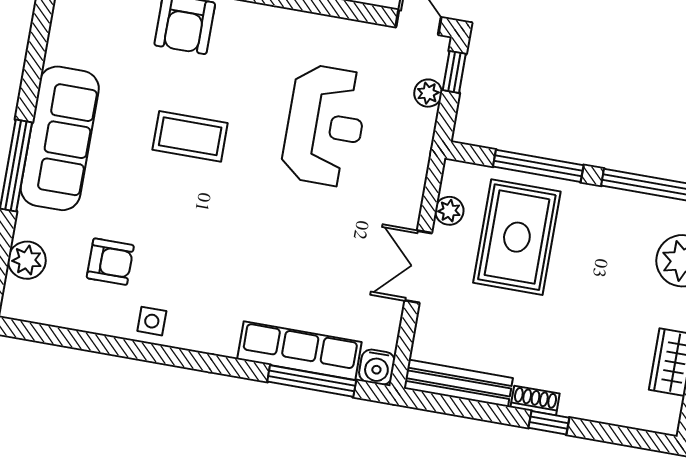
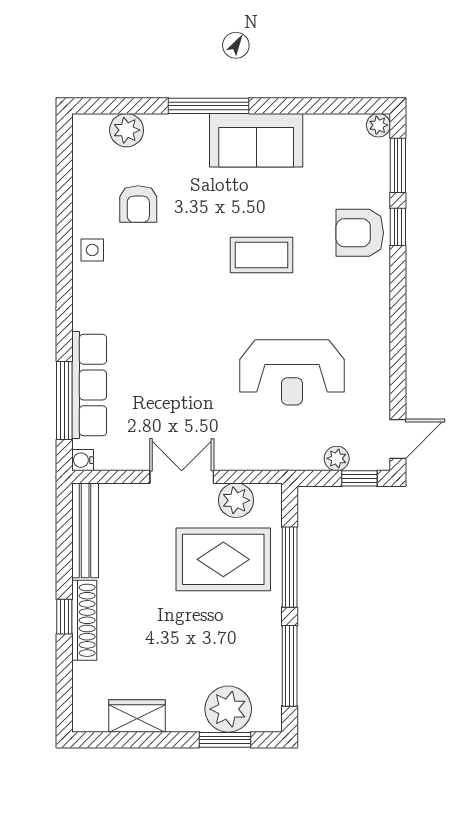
coffee table: (190, 136) -> (261, 255), turned 90
sofa: (60, 138) -> (256, 140), width x0.73
plant: (449, 211) -> (236, 500), width x1.38, depth x1.38
water cooler: (377, 367) -> (83, 460), width x0.72, depth x0.72
shoe rack: (535, 401) -> (84, 620), width x1.94, depth x1.24

